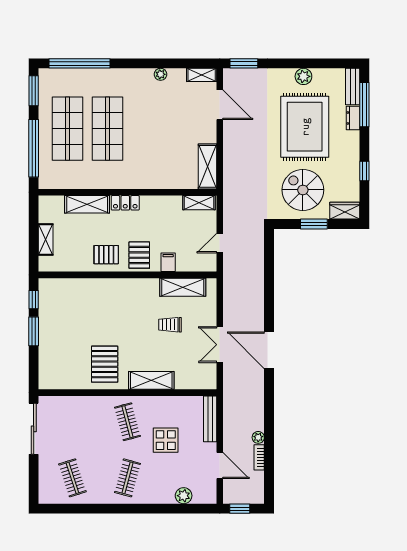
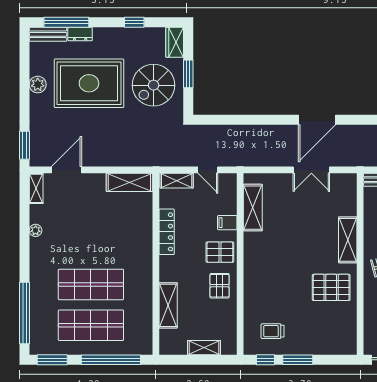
locker: (125, 203) -> (167, 232), moved, width x1.53
shelving: (199, 203) -> (177, 181), moved, turned 90
trolley: (170, 325) -> (273, 331), moved, turned 90

